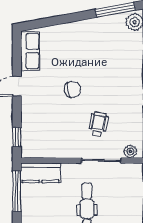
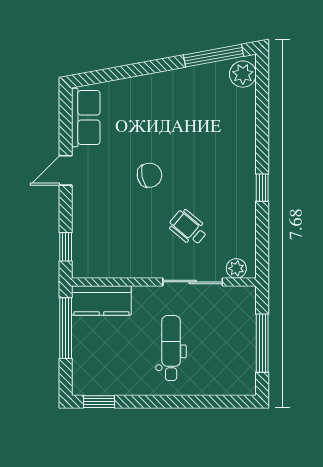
wheelchair: (98, 124) -> (188, 228), turned -60

